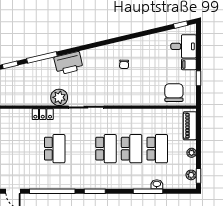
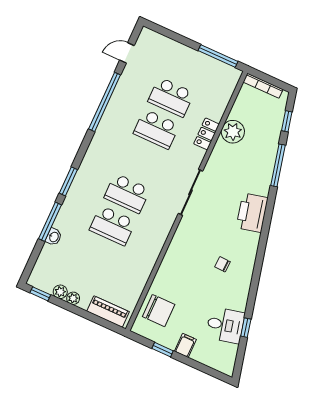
window: (181, 25) -> (246, 328), moved
desk: (184, 46) -> (225, 325), moved, turned -103
printer: (69, 63) -> (252, 213), moved
plant: (59, 97) -> (233, 132), moved
school desk: (157, 149) -> (171, 97), moved
plant: (191, 175) -> (60, 292), moved
window: (95, 191) -> (68, 181), moved

